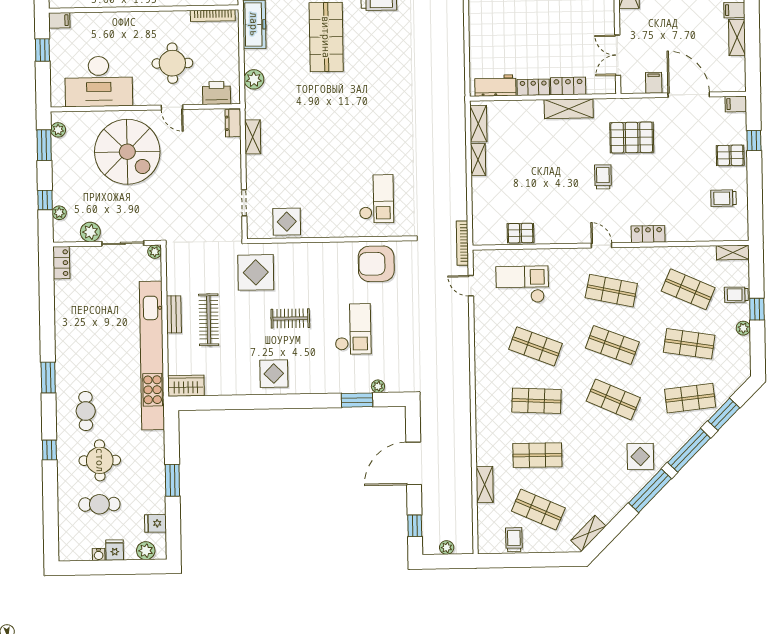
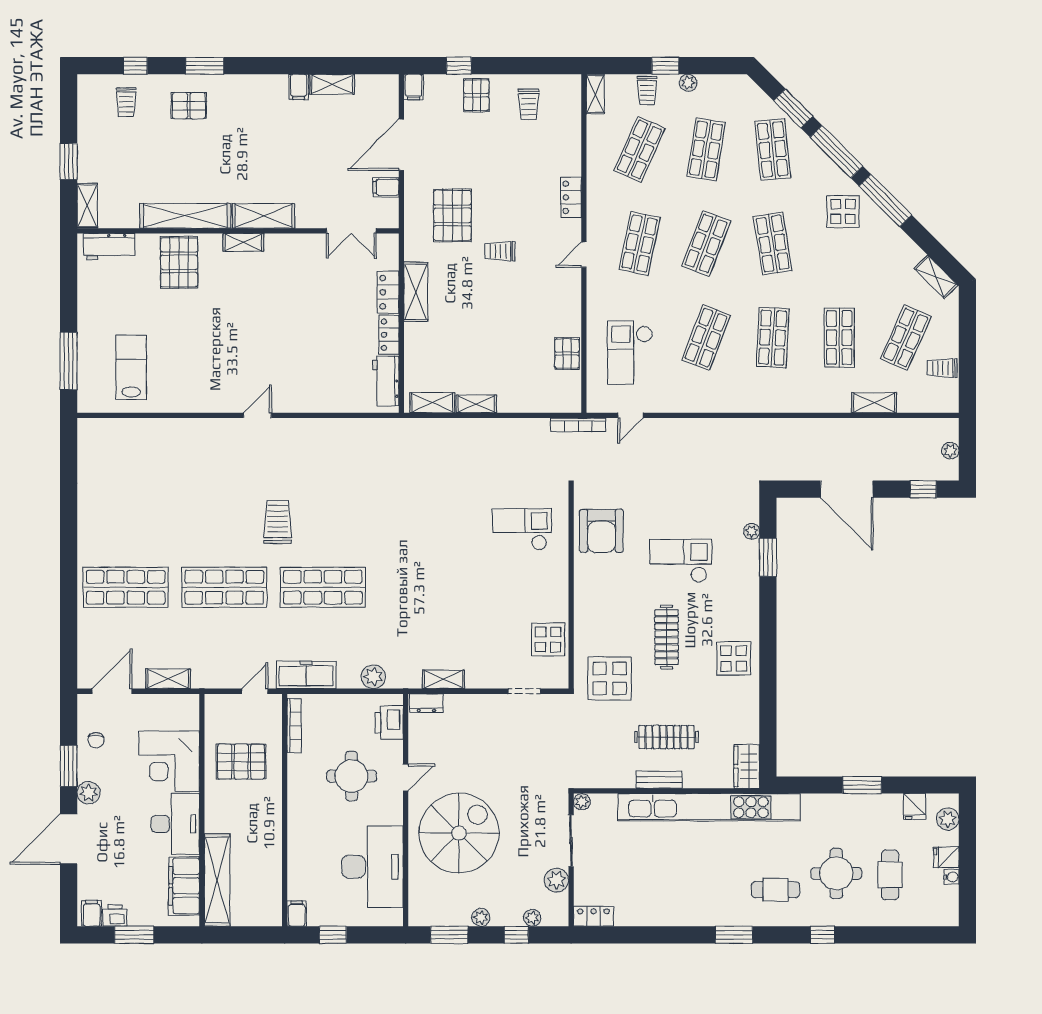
plant: (58, 130) -> (481, 917), moved
clothes rail: (290, 318) -> (667, 637), width x1.36
shop shelf: (613, 399) -> (773, 244), turned -33

